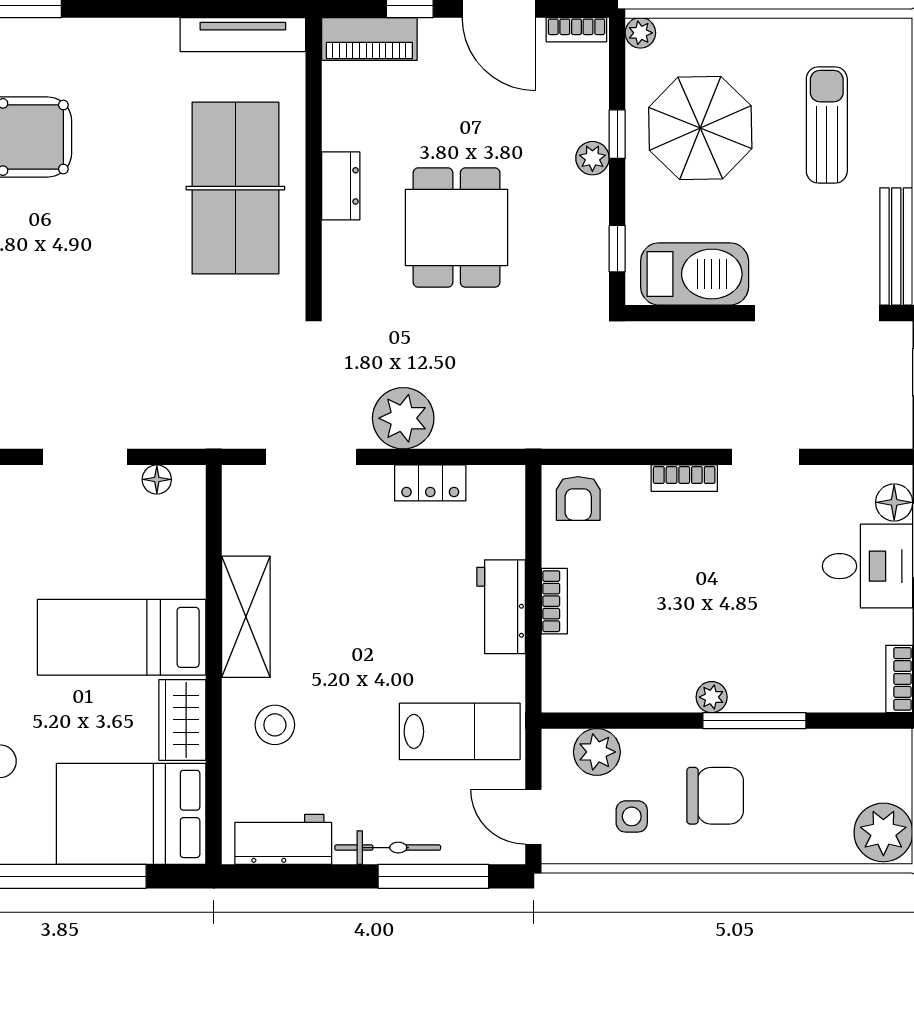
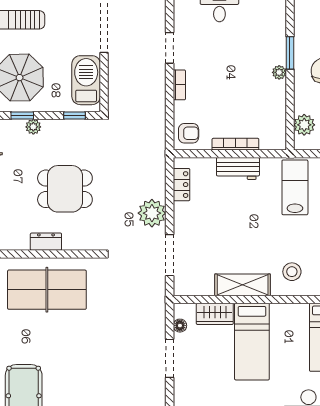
locker: (430, 483) -> (182, 185), moved
bookcase: (554, 601) -> (235, 144), width x1.56
wardrobe: (182, 720) -> (215, 314), moved
window: (754, 721) -> (290, 53), width x0.69

